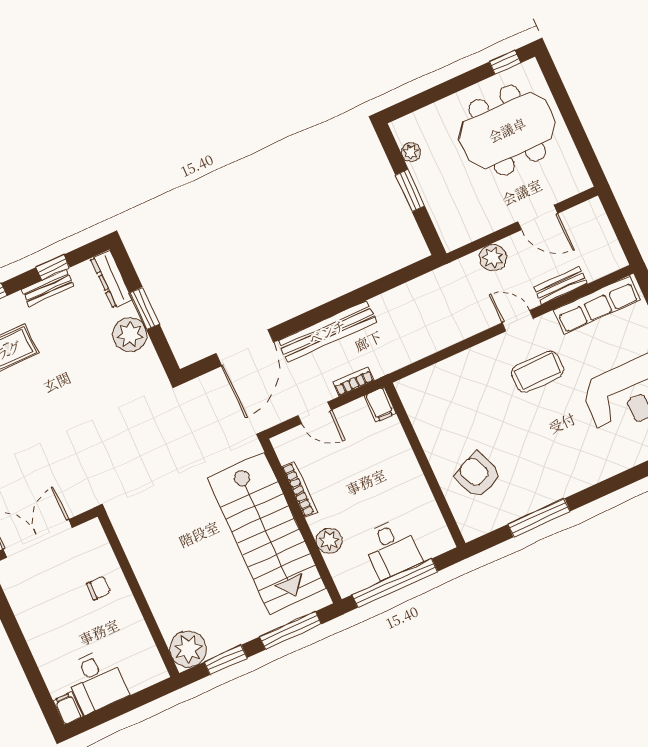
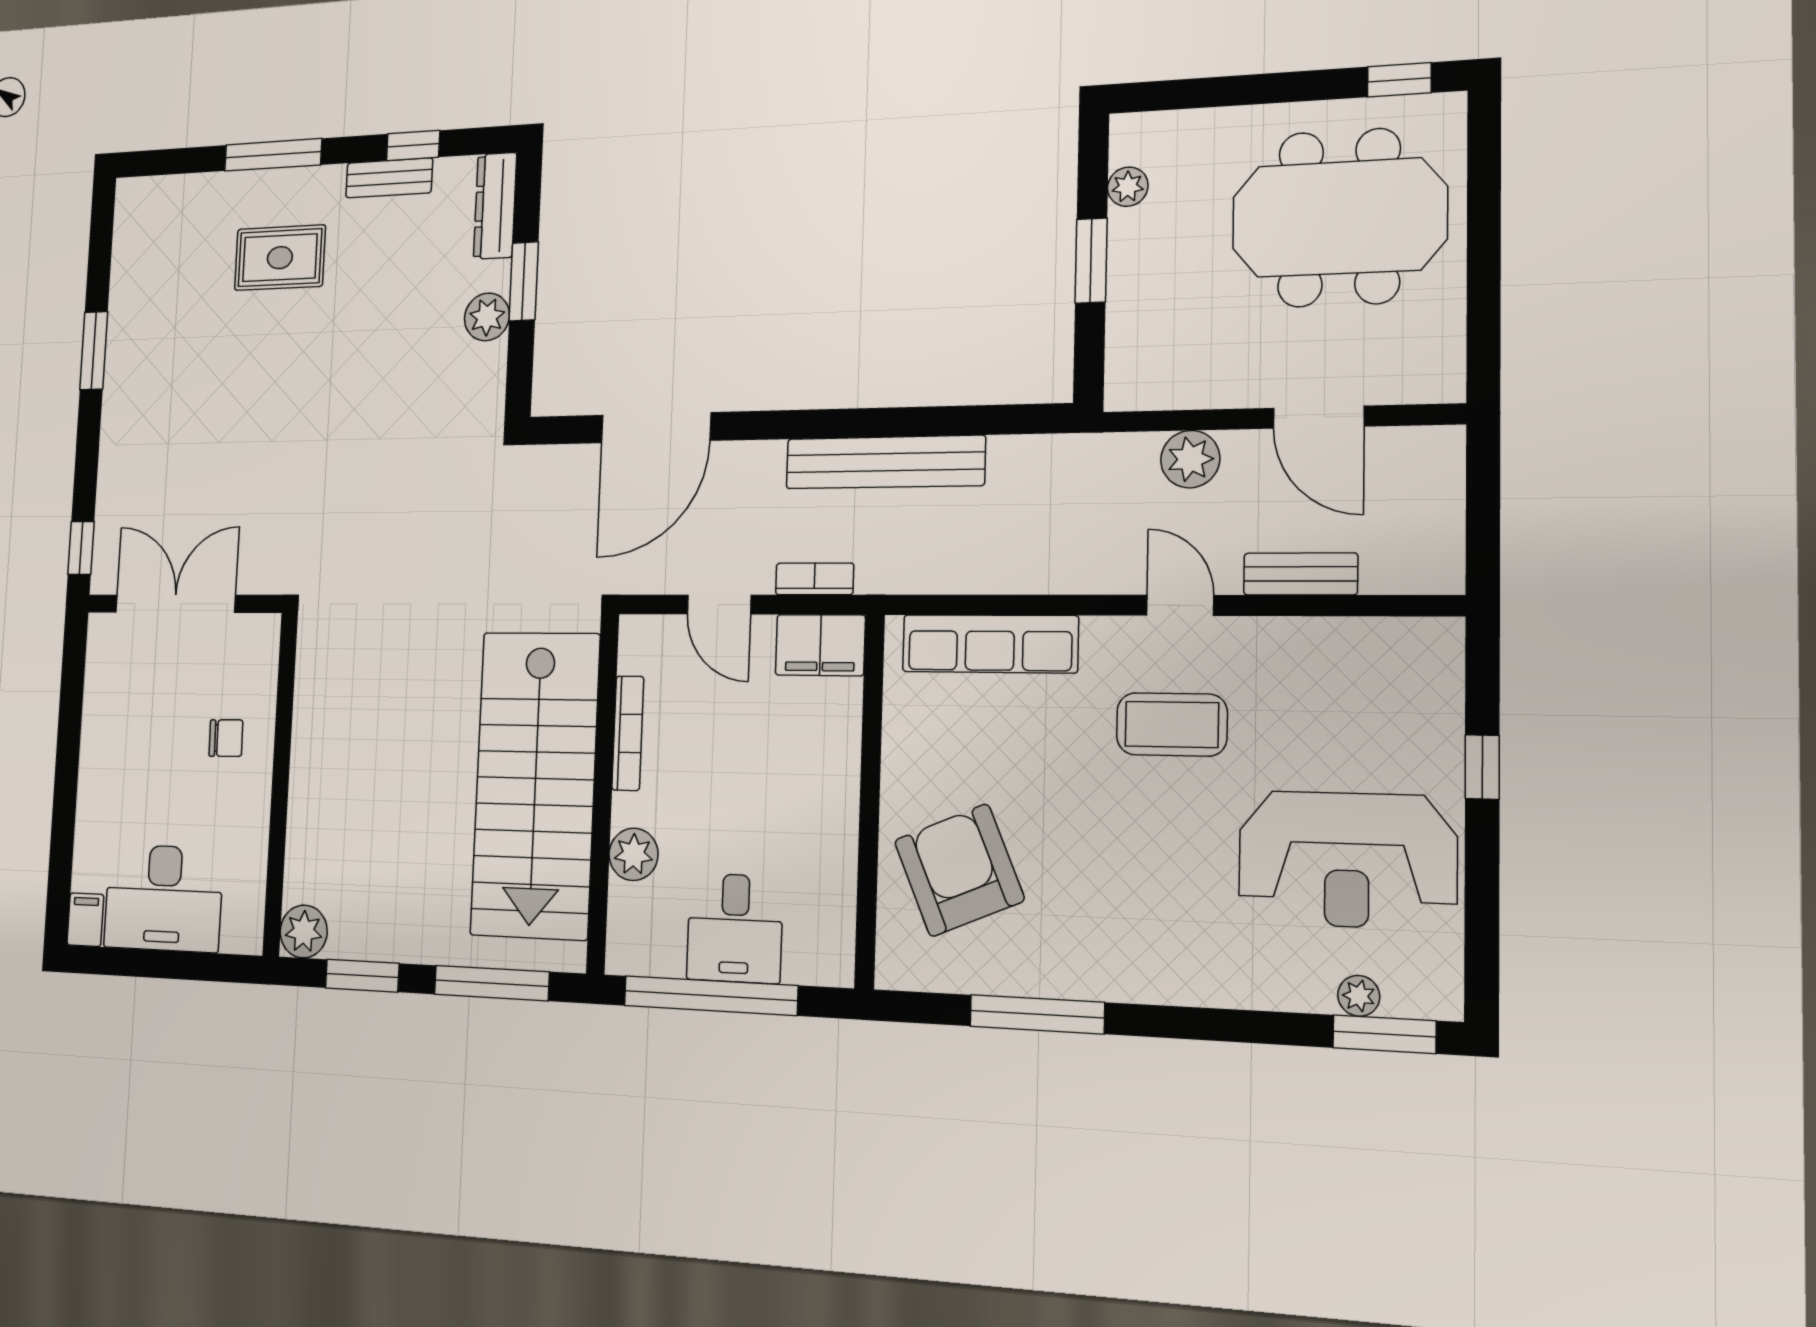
row of seats: (597, 305) -> (990, 644), moved
bench: (327, 332) -> (885, 462), moved
plant: (130, 334) -> (487, 317), width x0.73, depth x0.73
filing cabinet: (380, 405) -> (820, 645), width x2.00
armchair: (478, 475) -> (959, 870), width x1.36, depth x1.36
plant: (188, 649) -> (304, 931), width x0.73, depth x0.73
desk: (96, 681) -> (163, 898), width x1.37

